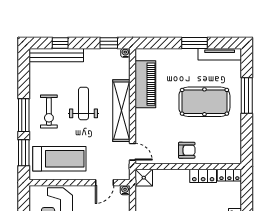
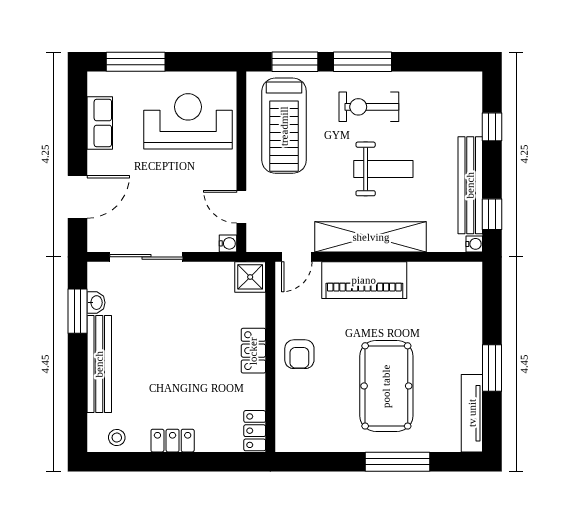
bench: (56, 55) -> (470, 185), moved
piano: (145, 84) -> (364, 280), moved
locker: (203, 176) -> (253, 351), moved

